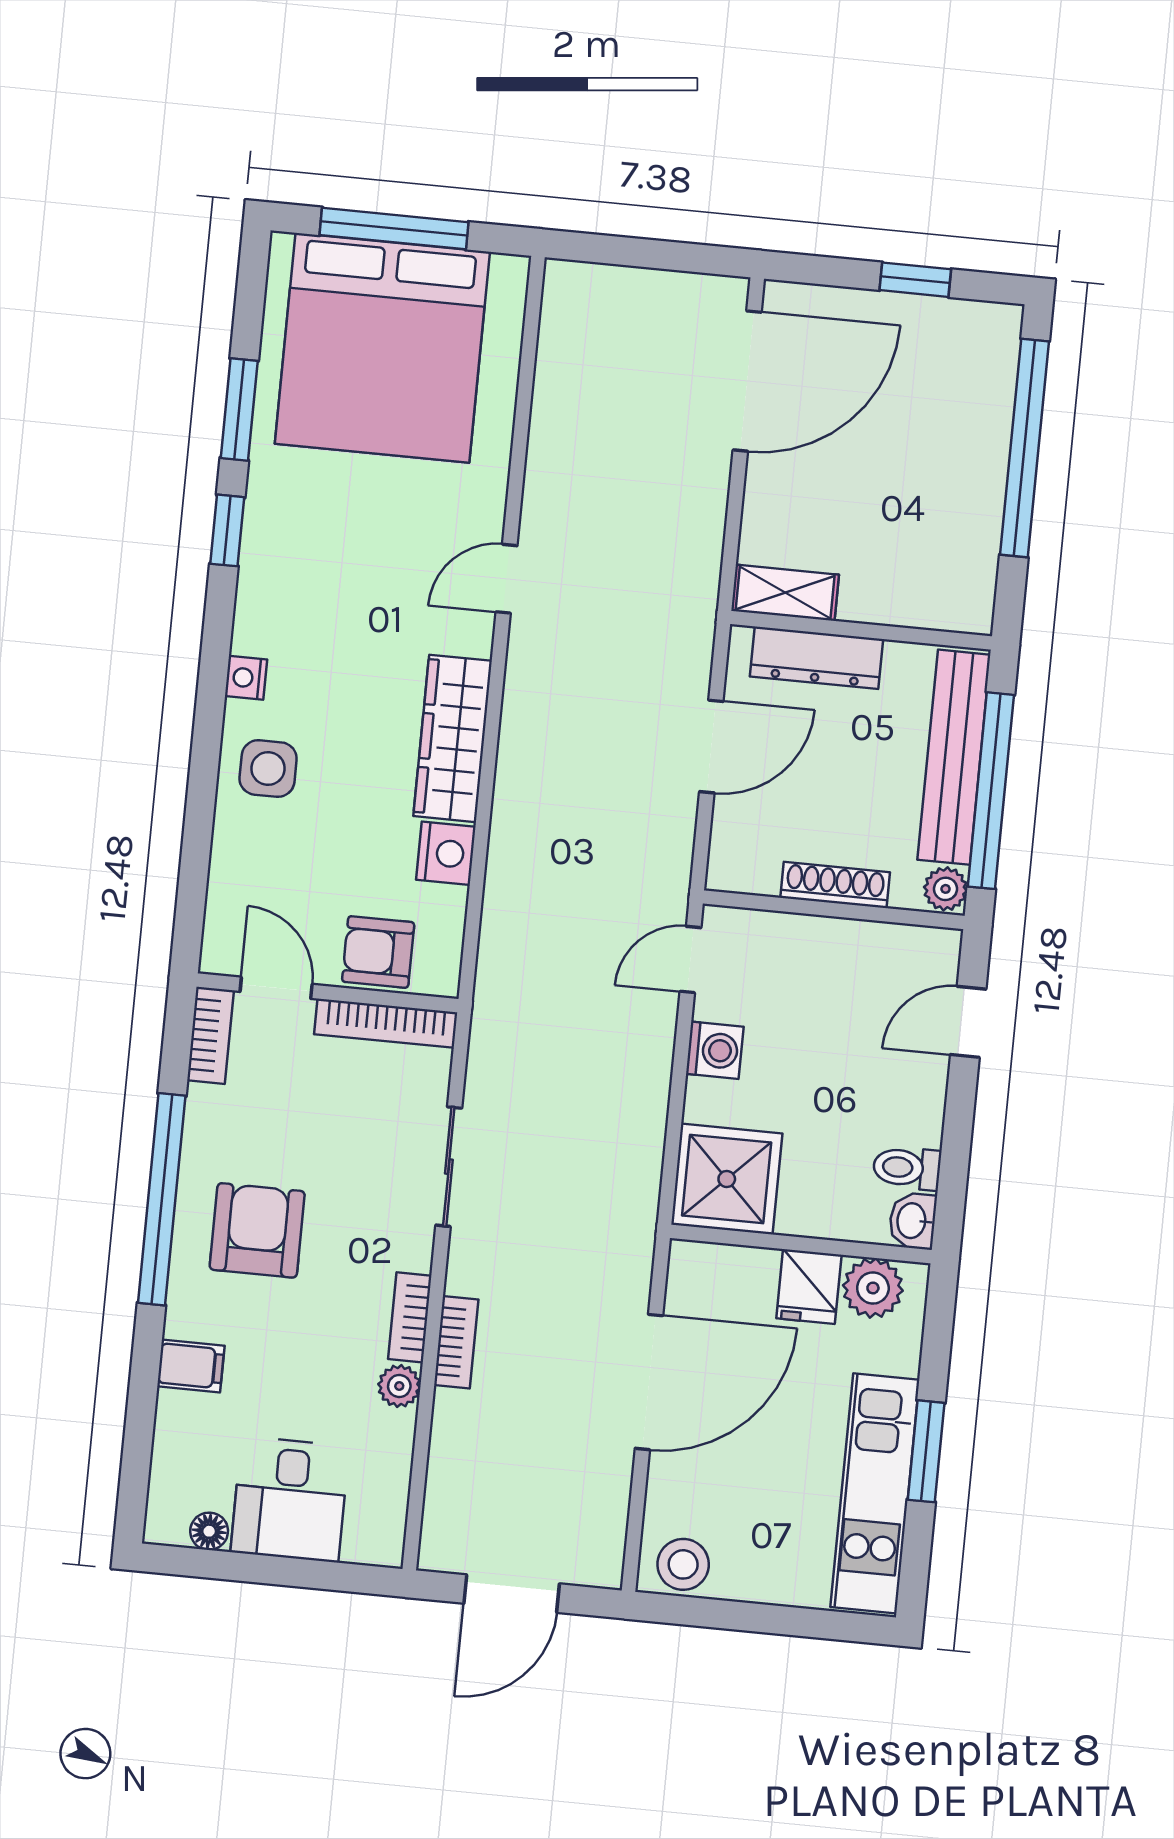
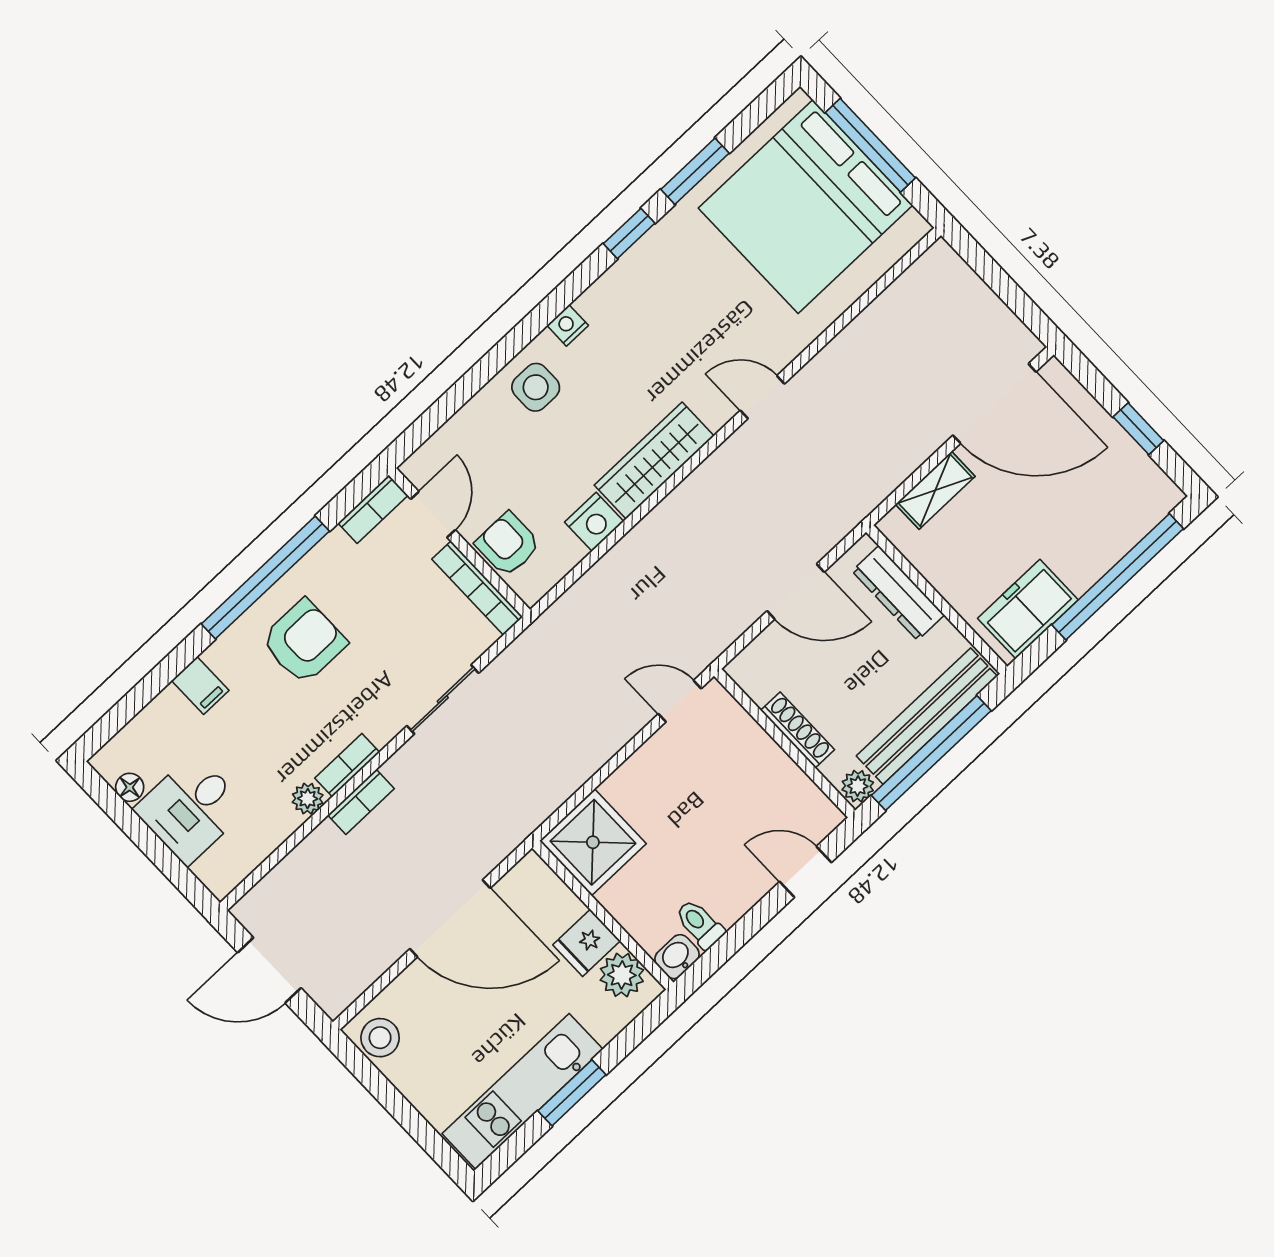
freezer: (962, 560) -> (1028, 609), added
shelving: (785, 593) -> (935, 490), moved, turned 90
washing machine: (715, 1050) -> (649, 764), removed

